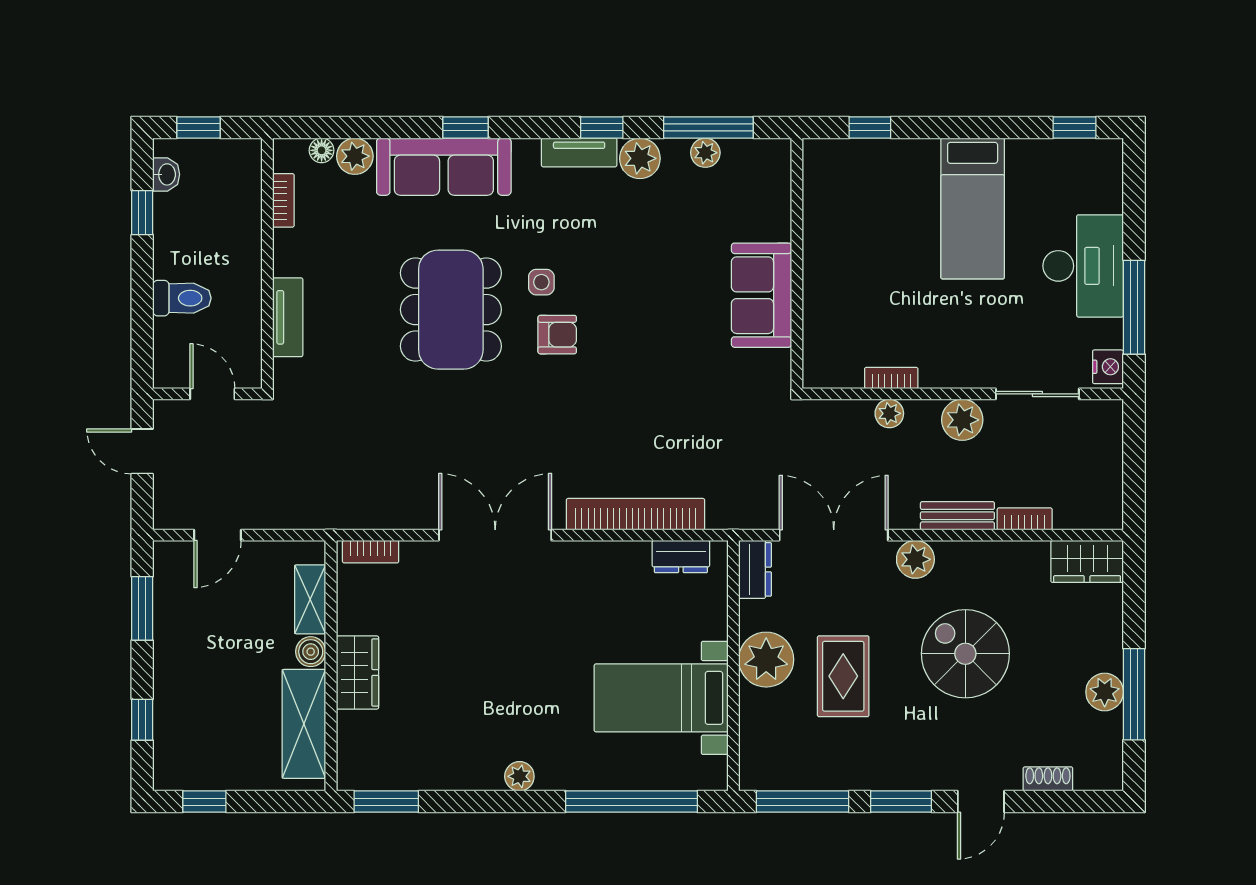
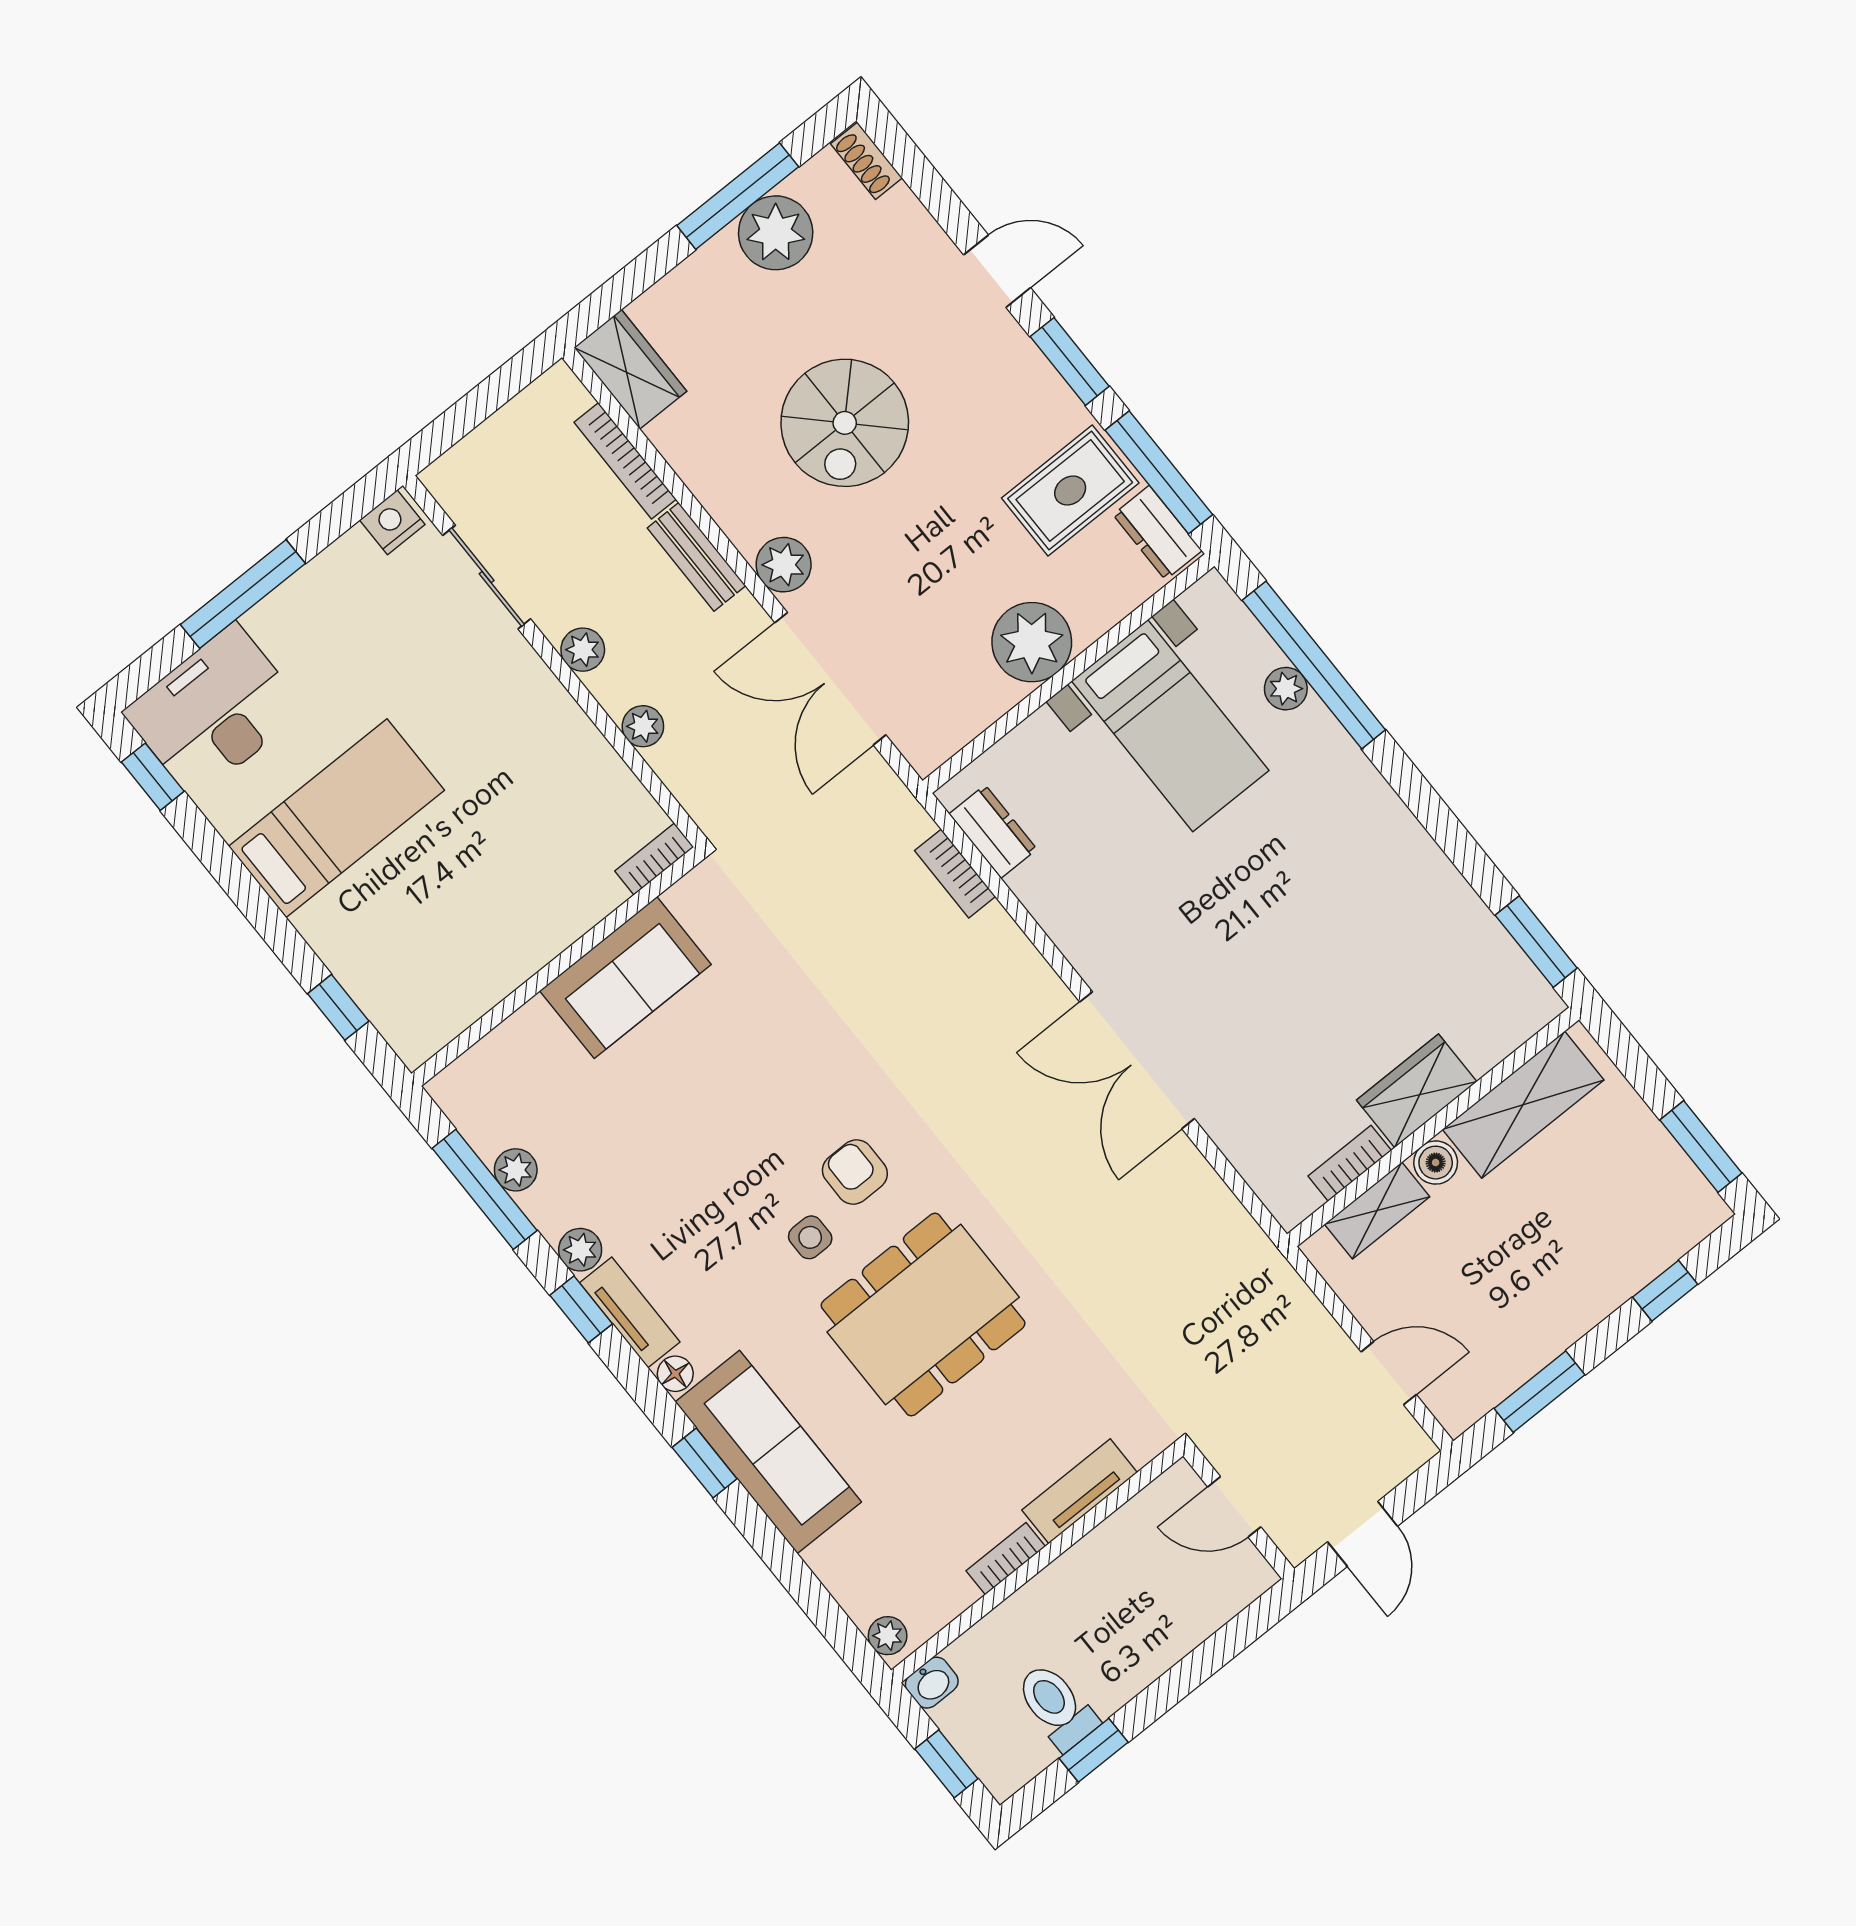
floor lamp: (322, 150) -> (675, 1374), moved
plant: (355, 156) -> (888, 1636), moved, width x0.73, depth x0.73
plant: (640, 158) -> (580, 1250), width x0.73, depth x0.73
washbasin: (166, 174) -> (932, 1683), moved, turned 180
bookcase: (283, 200) -> (1006, 1559), moved
desk: (1083, 266) -> (214, 711), moved
toilet: (182, 298) -> (1056, 1706), moved
window: (1134, 307) -> (243, 594), moved
bookcase: (891, 378) -> (654, 859), moved, turned 90
door: (212, 394) -> (1234, 1507), hinge flipped
plant: (962, 420) -> (583, 650), width x0.73, depth x0.73
bookcase: (635, 514) -> (955, 874), width x0.43, depth x0.76
bookcase: (1025, 519) -> (625, 461), width x1.56
bookcase: (371, 552) -> (1350, 1163), moved, turned -90
dresser: (755, 569) -> (1157, 533), moved, turned -90
rug: (843, 676) -> (1070, 490), moved
plant: (1105, 692) -> (776, 233), width x1.36, depth x1.36
plant: (519, 776) -> (1286, 689), moved
shoe rack: (1048, 779) -> (866, 161), moved
window: (204, 802) -> (1701, 1146), width x1.50

